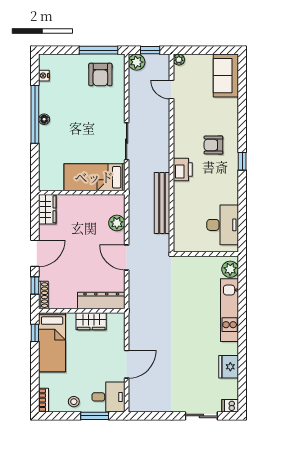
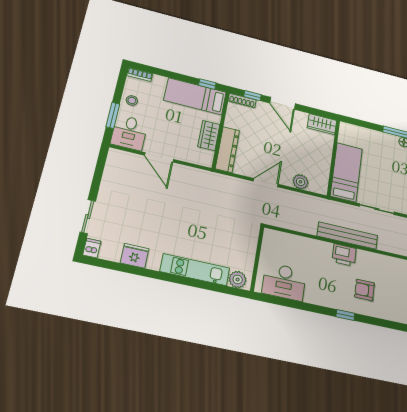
armchair: (213, 145) -> (364, 290), turned -90
bench: (162, 203) -> (347, 236), moved

